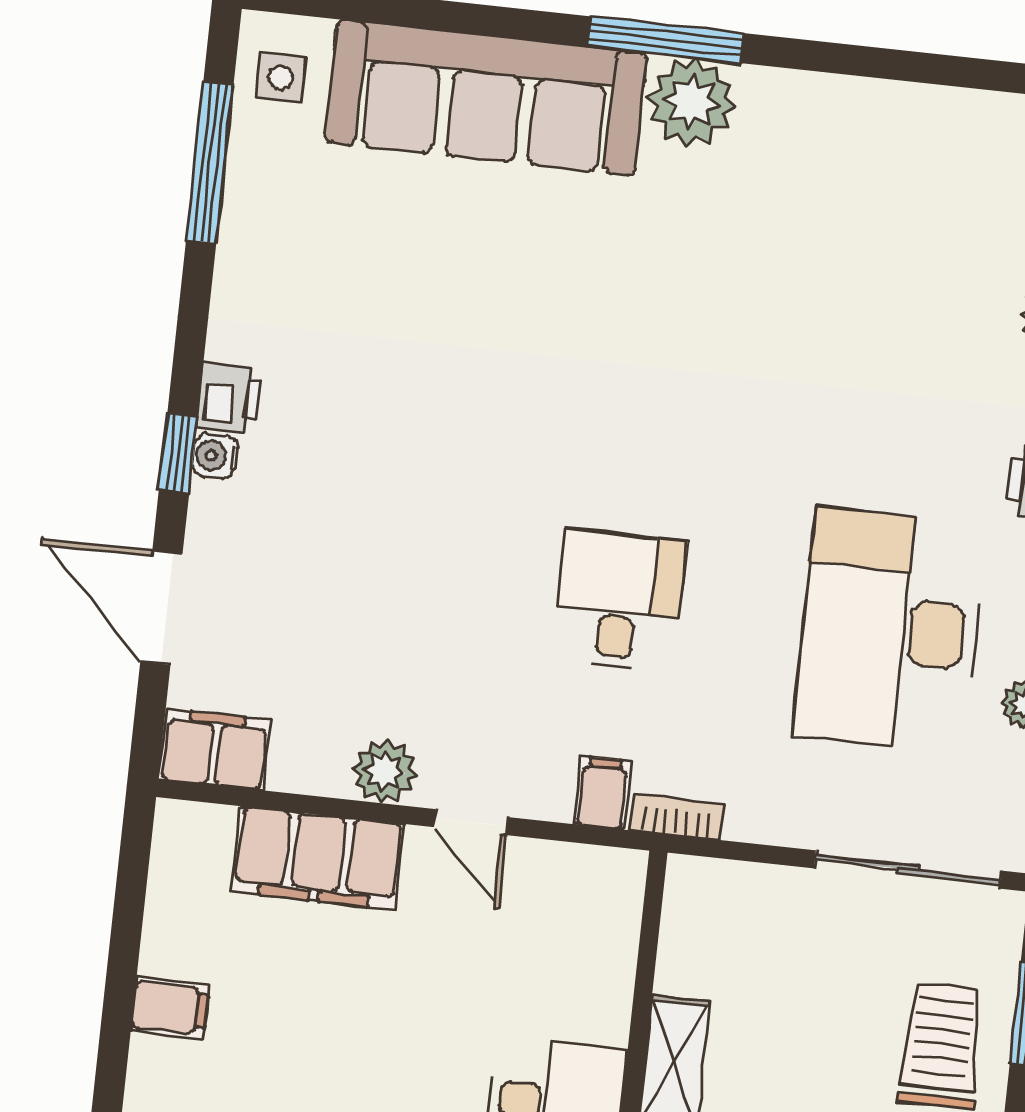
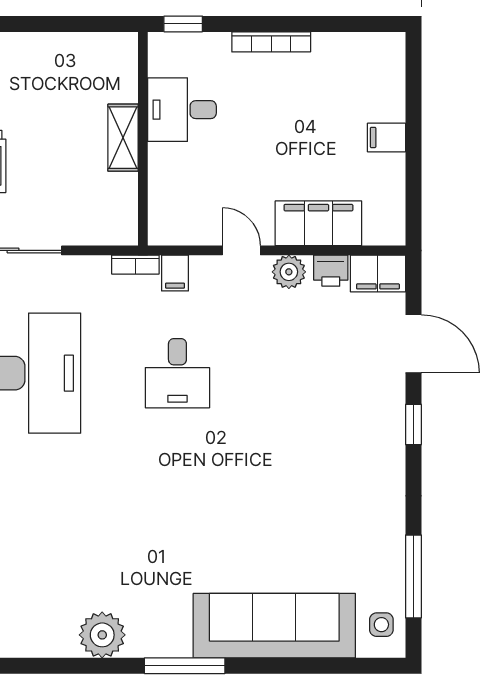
plant: (692, 102) -> (102, 635), moved
printer: (229, 398) -> (331, 271), moved, turned -90
water cooler: (215, 456) -> (394, 425), removed

